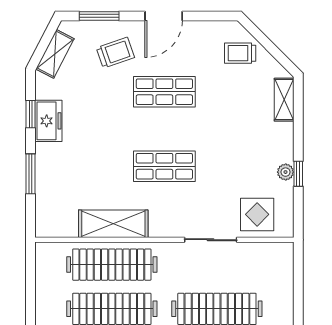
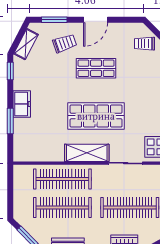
window: (31, 114) -> (10, 71), moved
freezer: (48, 121) -> (22, 104), moved
shop shelf: (164, 166) -> (96, 116), width x1.43, depth x1.36
shelving: (113, 224) -> (87, 153), moved

